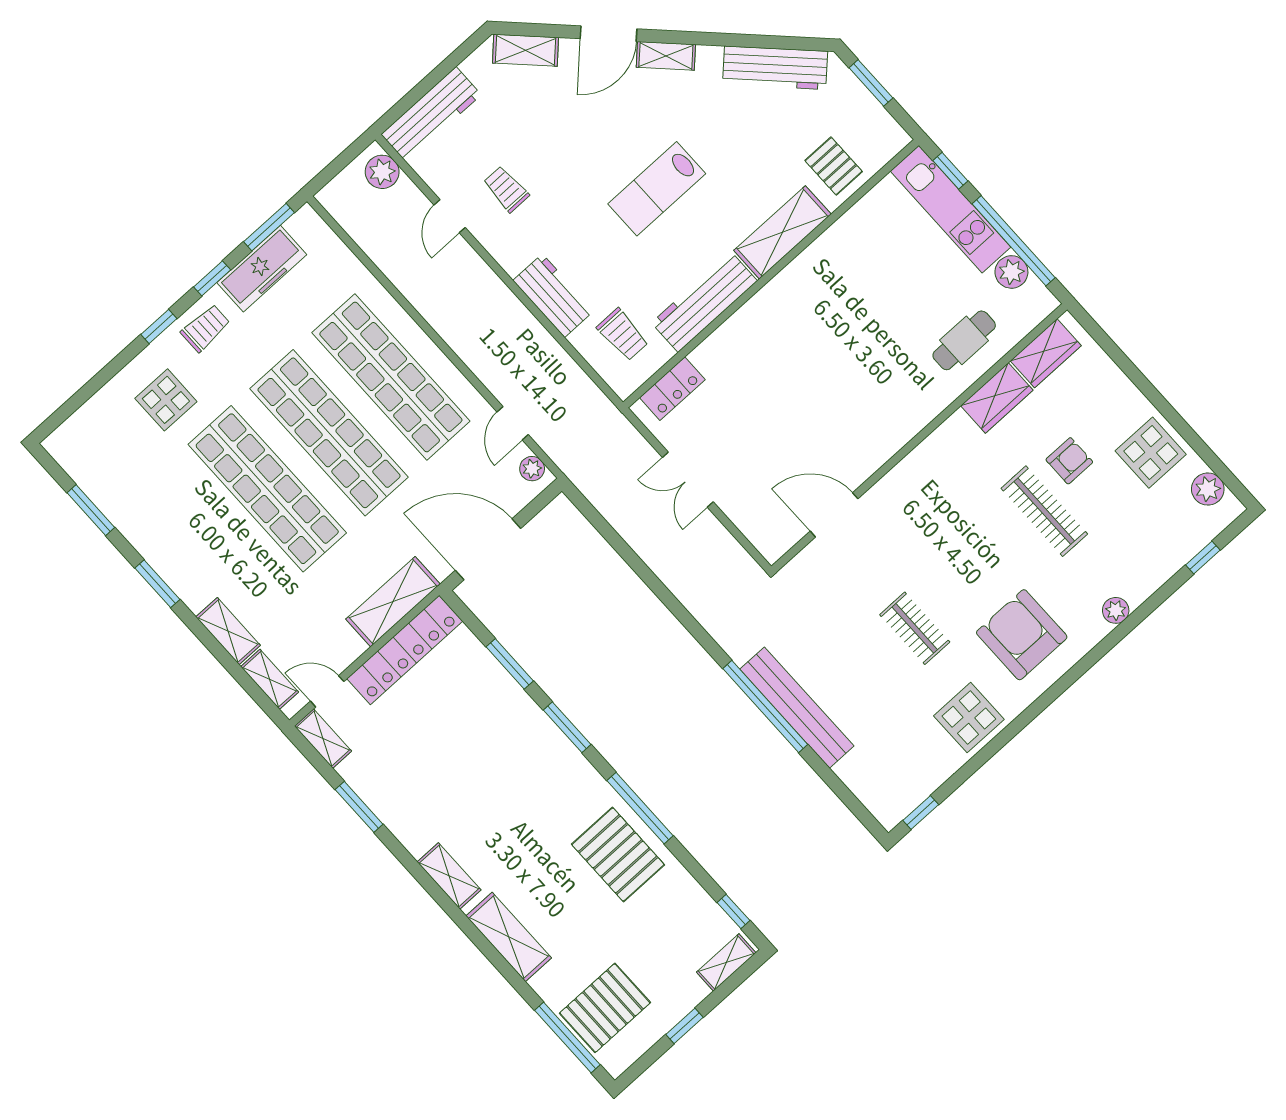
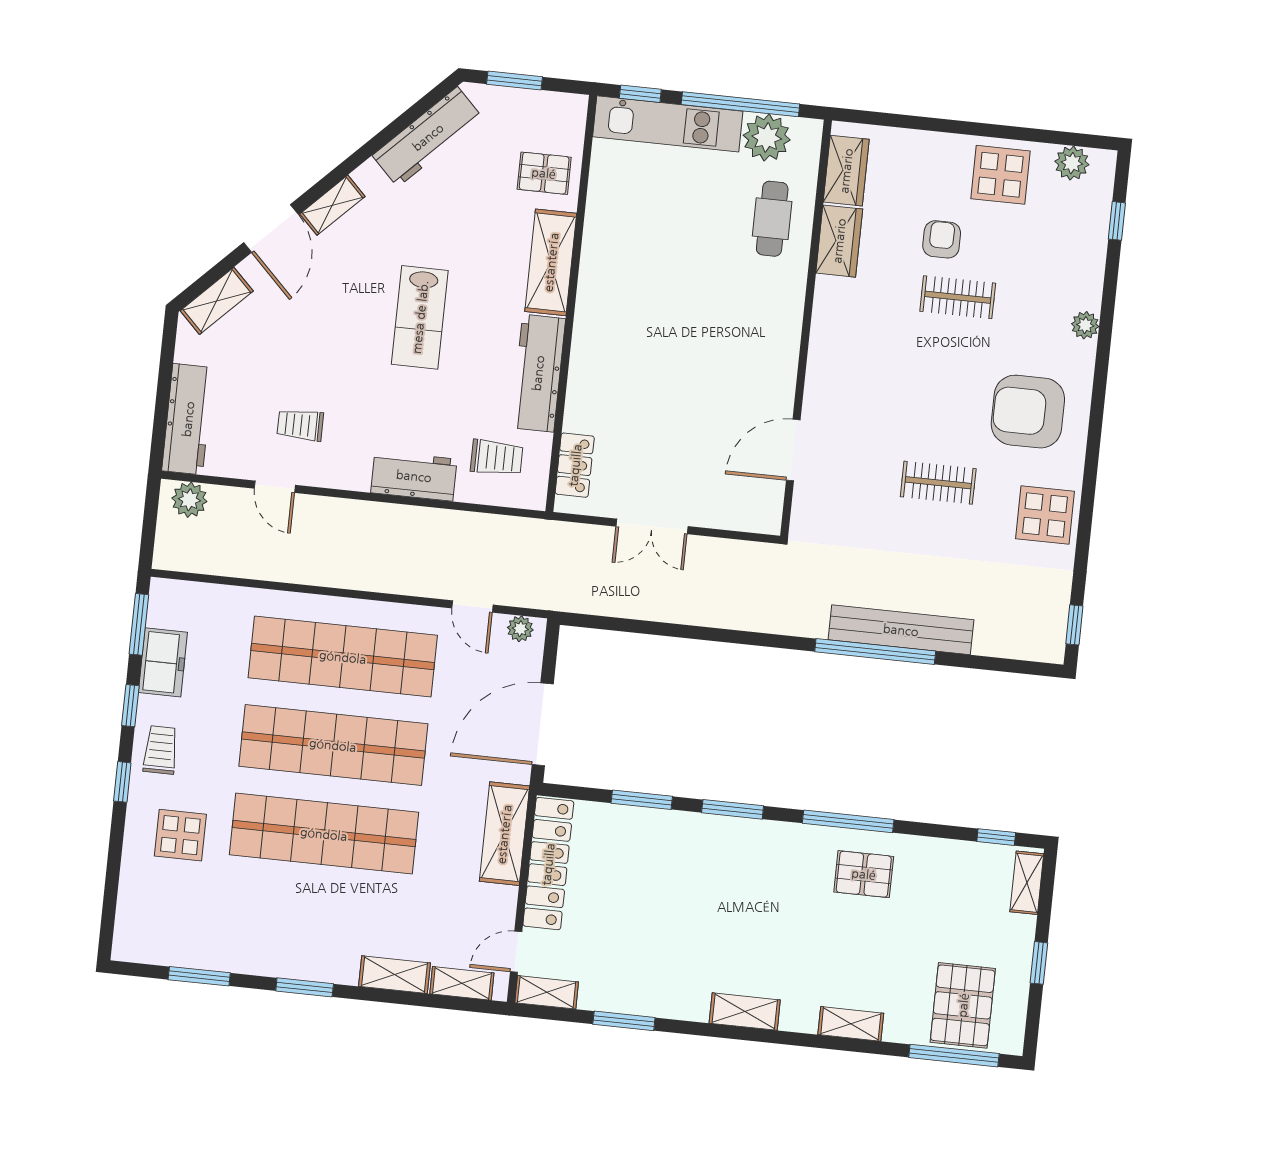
freezer: (262, 269) -> (163, 662), width x0.71
plant: (1011, 272) -> (767, 138), width x1.36, depth x1.36
clothes rail: (1044, 511) -> (958, 297), width x0.73
pallet: (618, 855) -> (864, 874), width x0.67, depth x0.71
shelving: (509, 937) -> (851, 1024), width x0.67, depth x0.75

